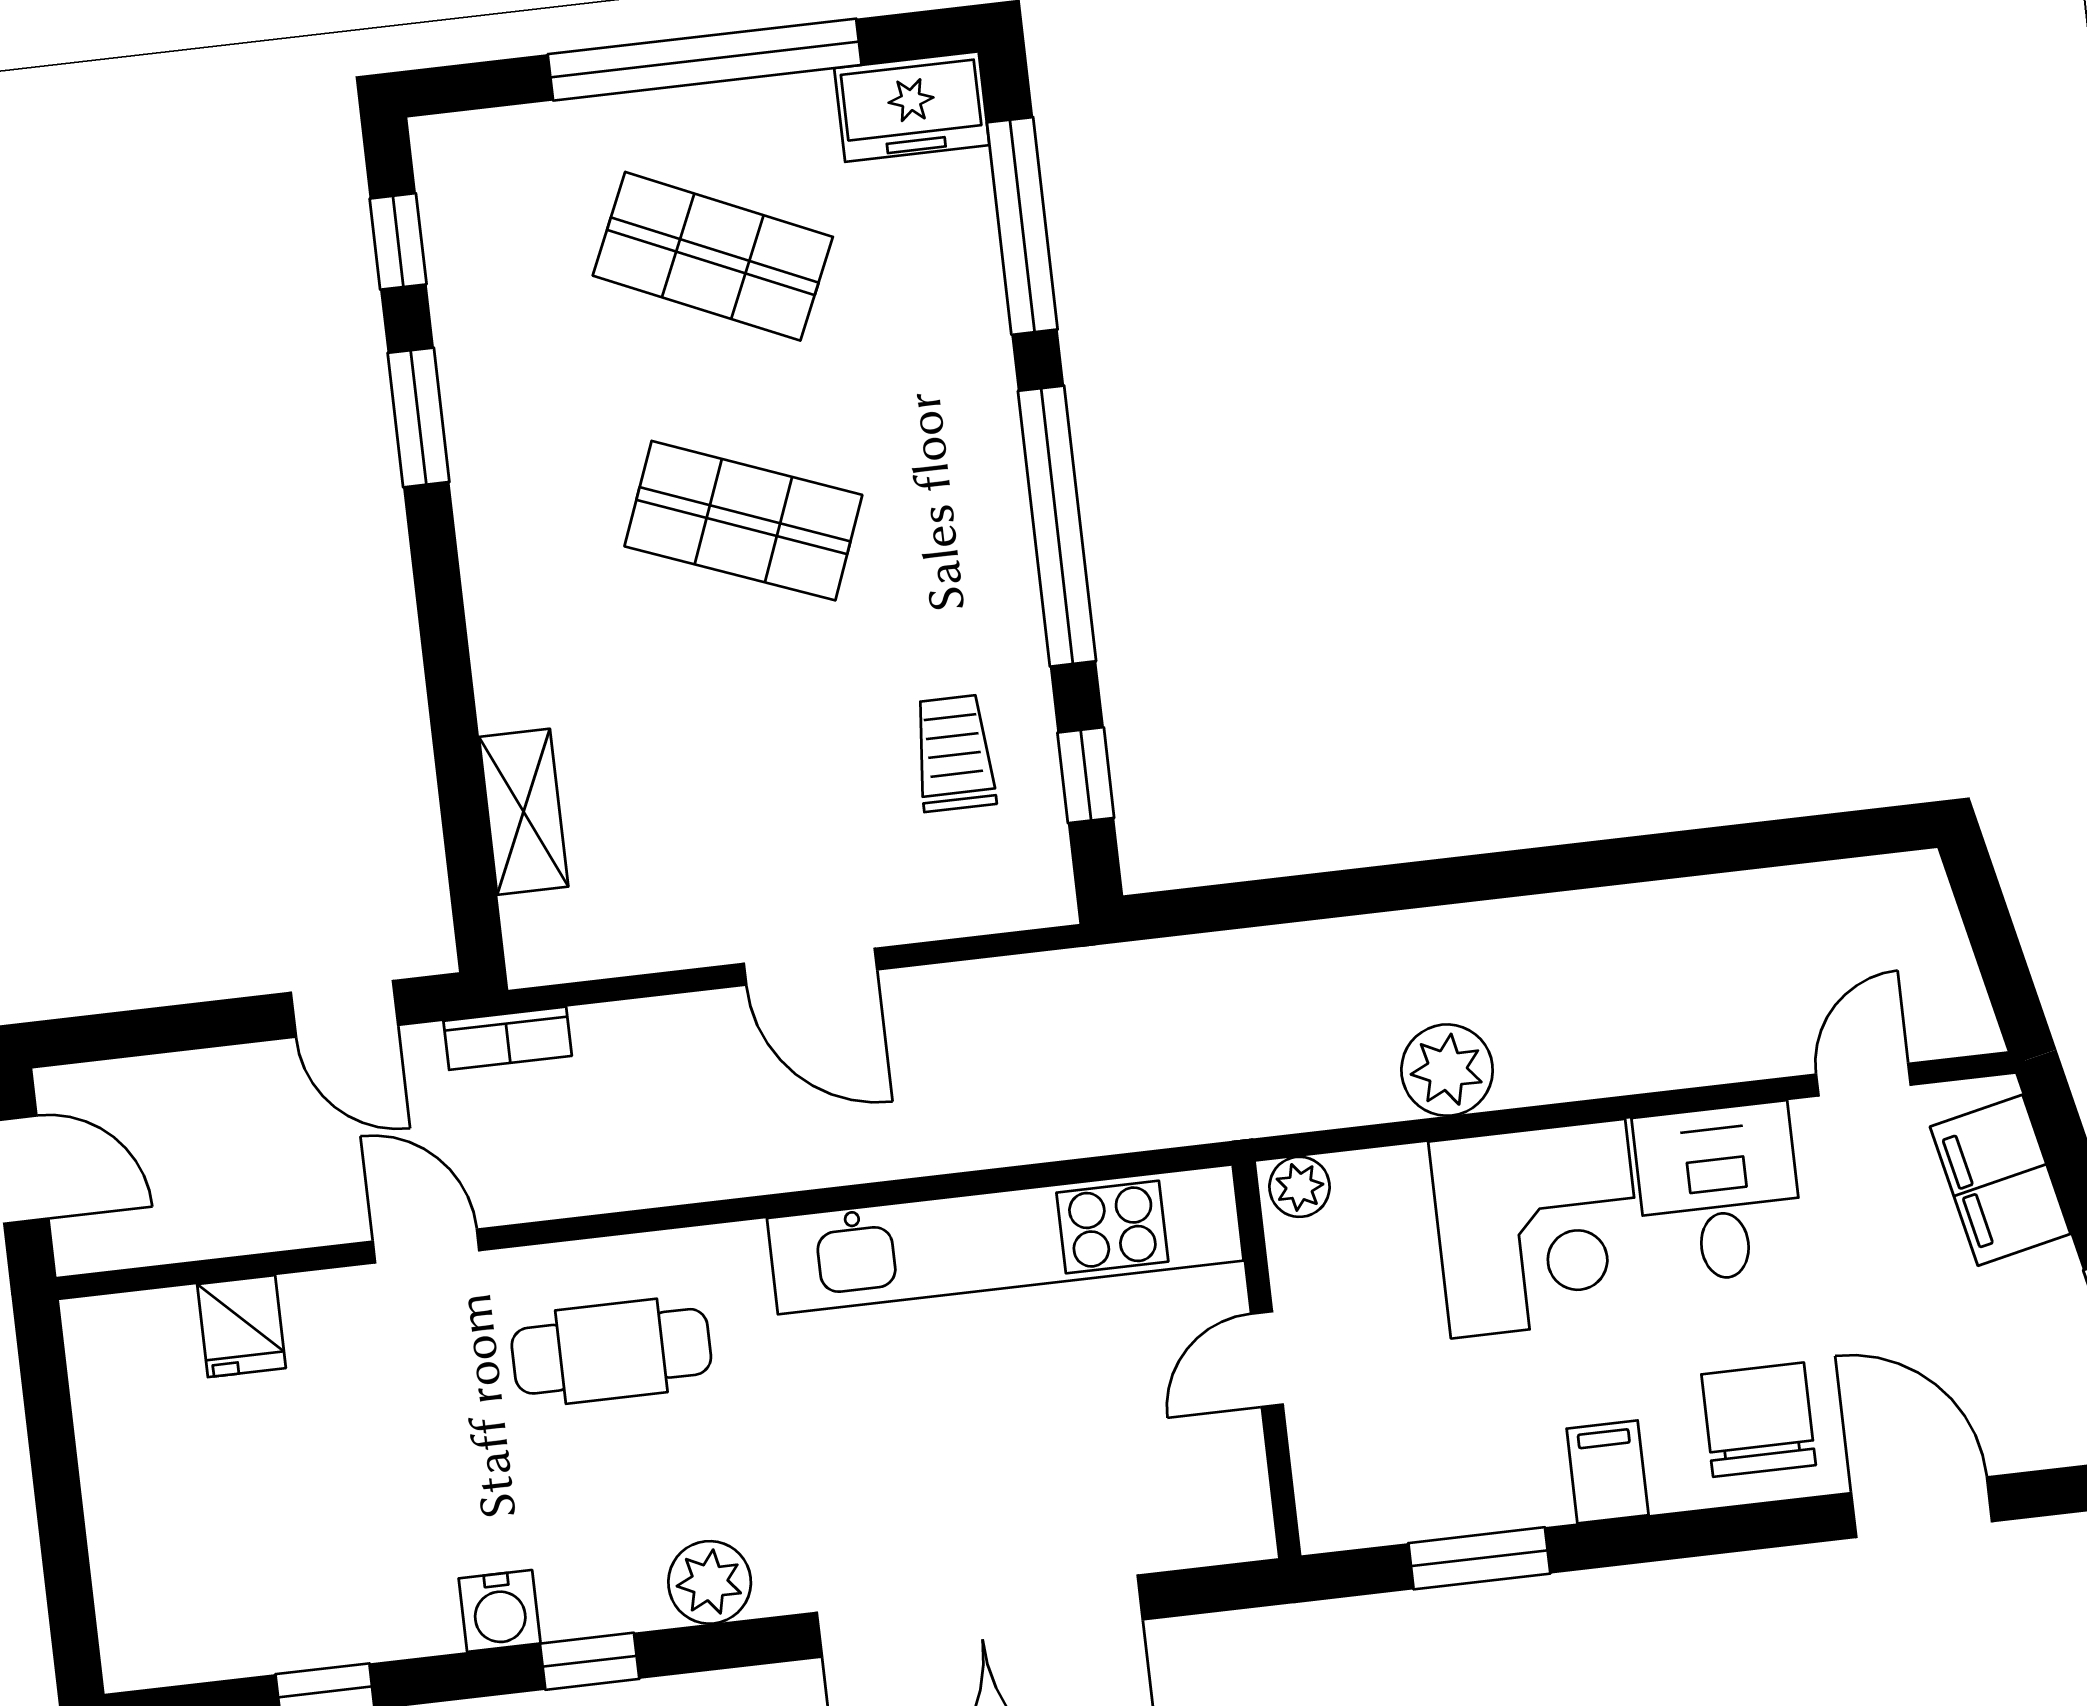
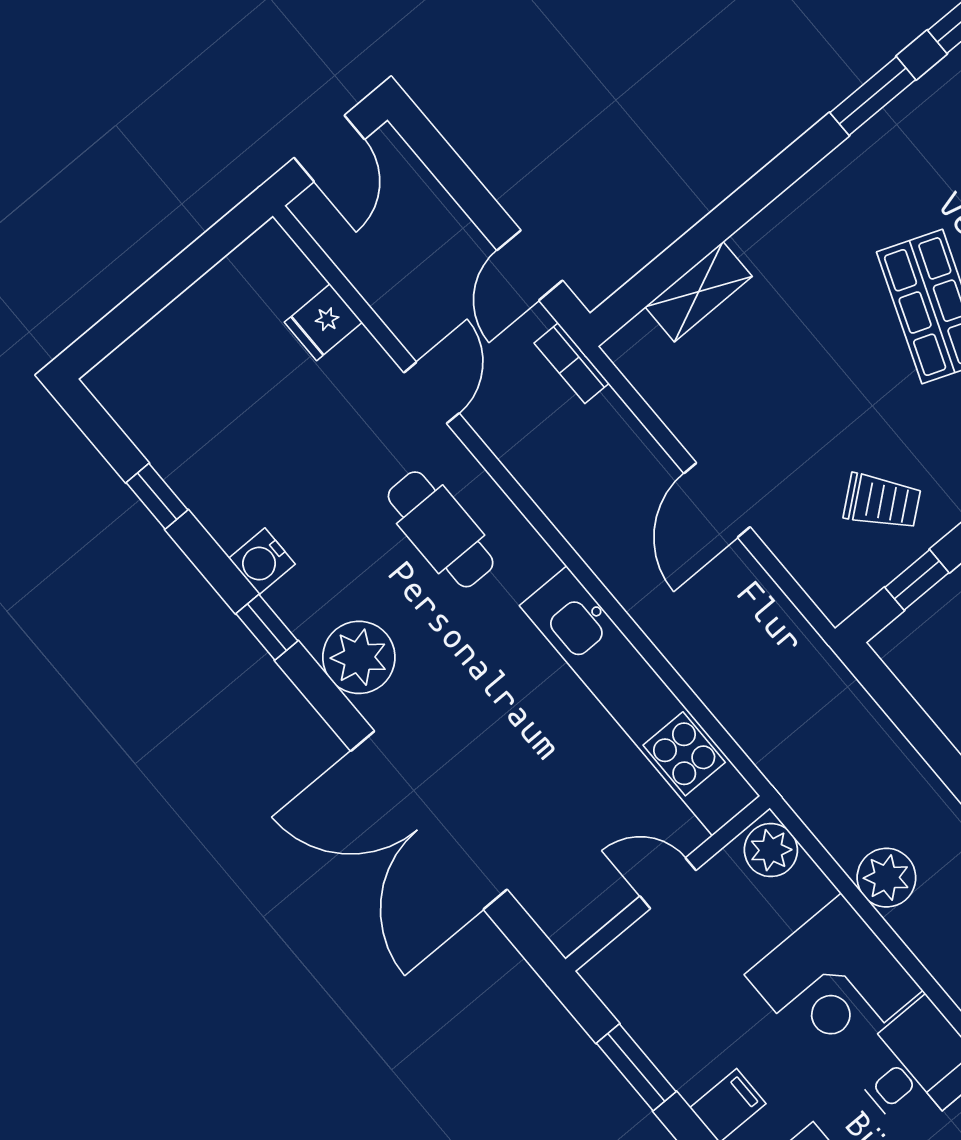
trolley: (954, 753) -> (882, 502), turned 51
plant: (1299, 1187) -> (771, 850), width x1.38, depth x1.38
plant: (710, 1582) -> (359, 657), width x1.36, depth x1.36

